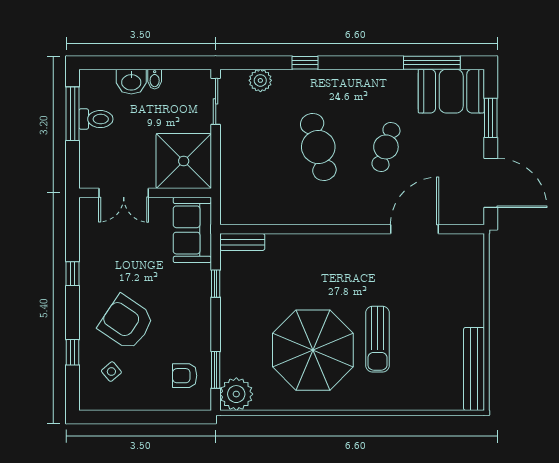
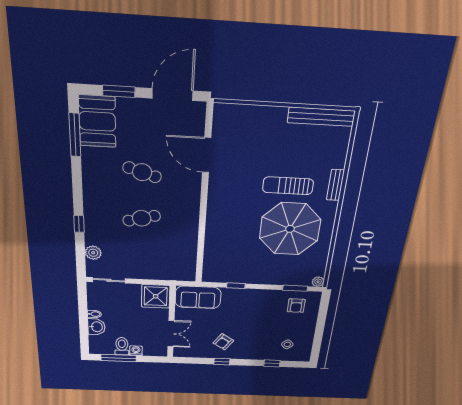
washing machine: (88, 140) -> (136, 351), added
cafe table: (318, 147) -> (142, 218), width x0.73, depth x0.74
shower: (184, 161) -> (156, 296), width x0.73, depth x0.73
bench: (242, 242) -> (335, 185), moved
armchair: (126, 322) -> (223, 342), moved, width x0.53, depth x0.53
sun lounger: (377, 339) -> (288, 186), turned 180
plant: (236, 394) -> (318, 282), width x0.53, depth x0.53

